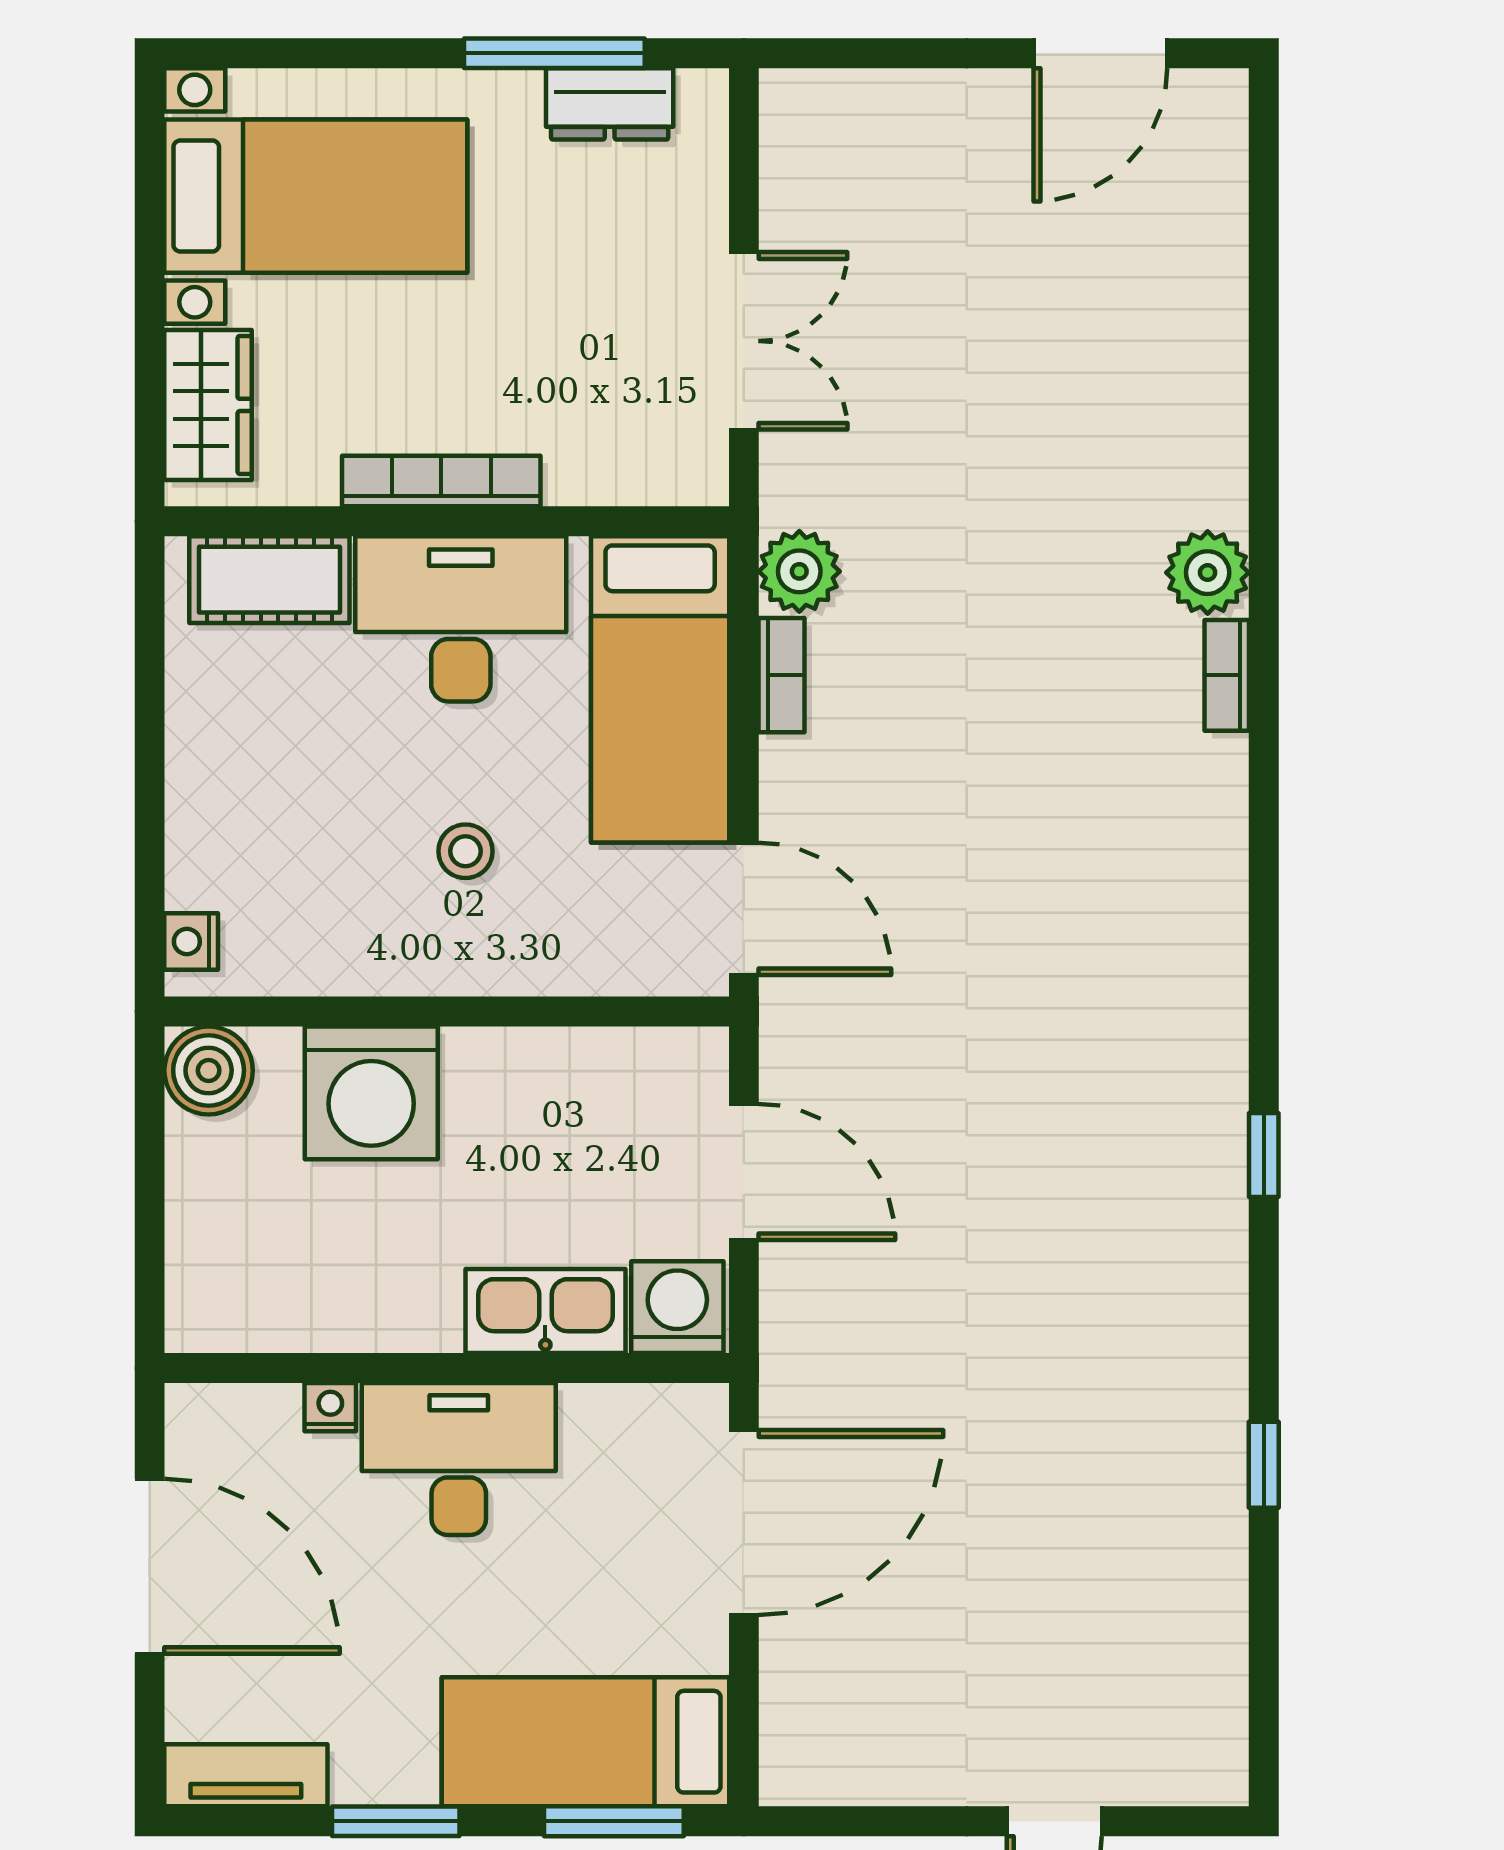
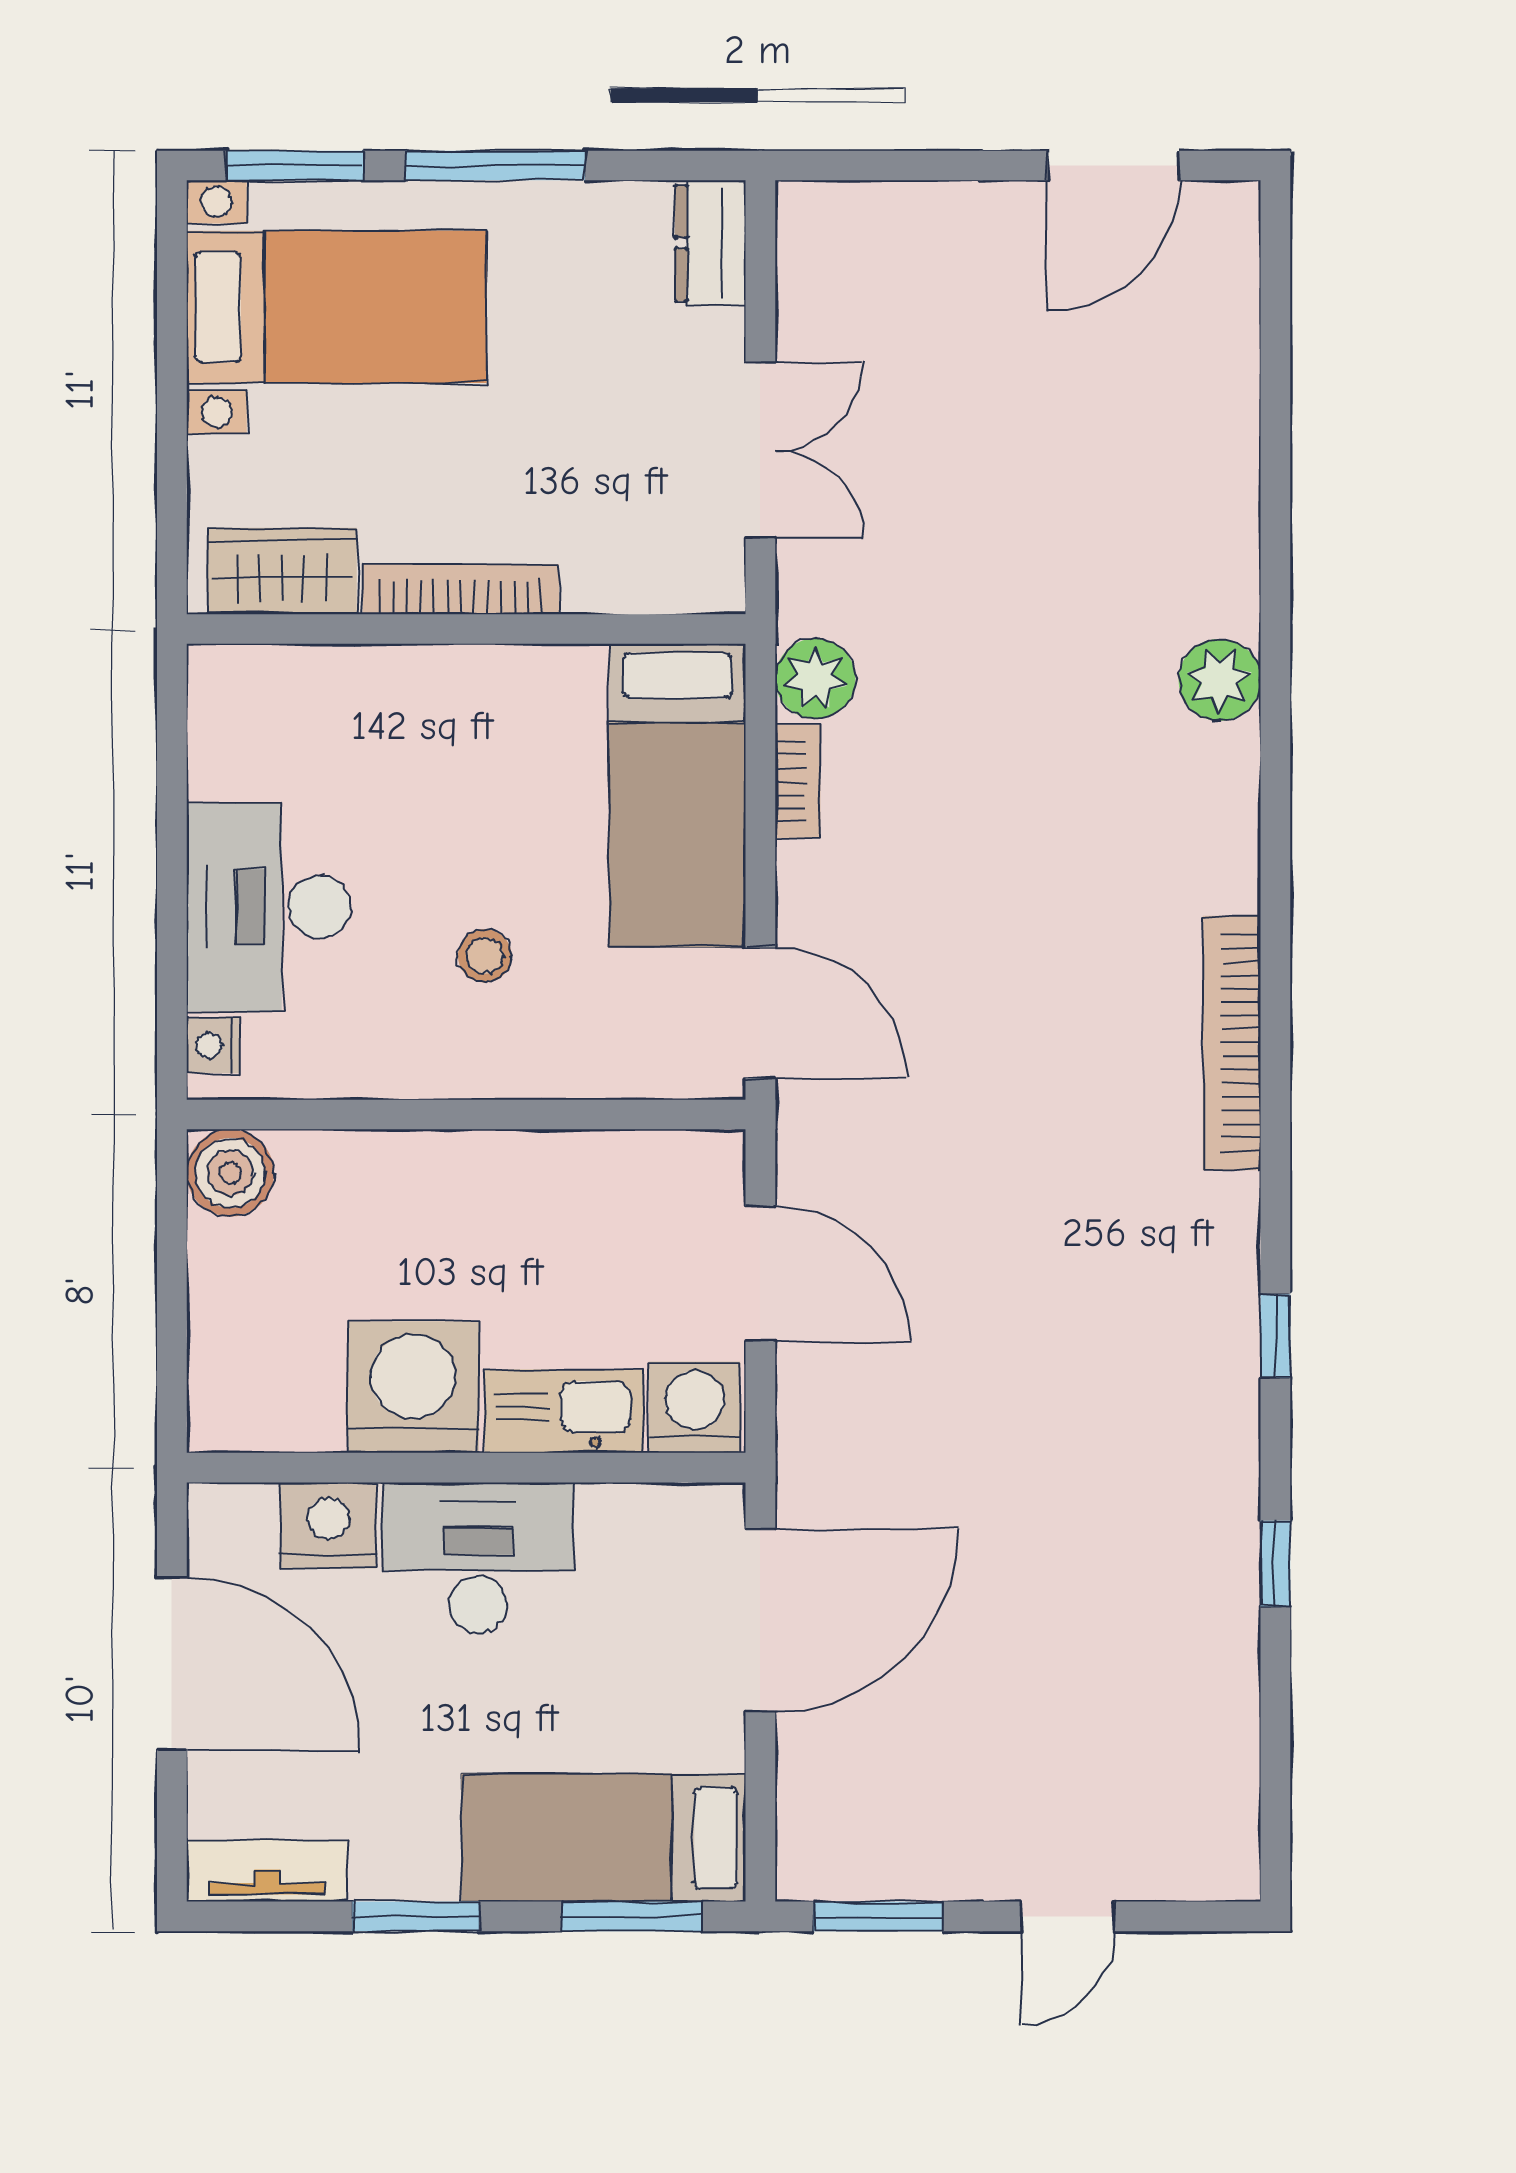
window: (274, 53) -> (295, 166), added
window: (554, 53) -> (495, 166), moved
dresser: (610, 104) -> (710, 243), moved, turned 90
wardrobe: (208, 405) -> (282, 571), moved, turned -90
cot: (269, 580) -> (291, 687), removed
desk: (461, 619) -> (269, 907), moved, turned -90
bookcase: (1227, 675) -> (1232, 1043), moved, width x2.31, depth x1.31
washing machine: (371, 1093) -> (413, 1387), moved, turned 180
window: (1264, 1155) -> (1275, 1336), moved
nightstand: (330, 1407) -> (328, 1525), width x1.89, depth x1.79
window: (863, 1821) -> (878, 1916), added

